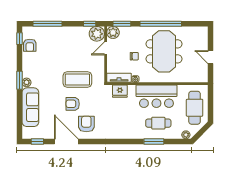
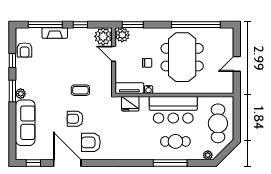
window: (90, 24) -> (80, 25), moved
window: (161, 24) -> (196, 25), moved
fireplace: (56, 31) -> (55, 33), added
window: (19, 39) -> (12, 61), moved
door: (106, 48) -> (114, 54), hinge flipped
door: (211, 57) -> (237, 64), hinge flipped
coffee table: (77, 79) -> (80, 90), width x0.54, depth x0.58
armchair: (86, 124) -> (91, 142), turned -90
window: (154, 141) -> (170, 163), width x1.44

